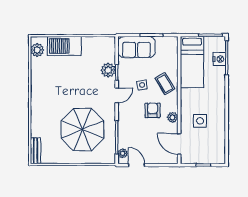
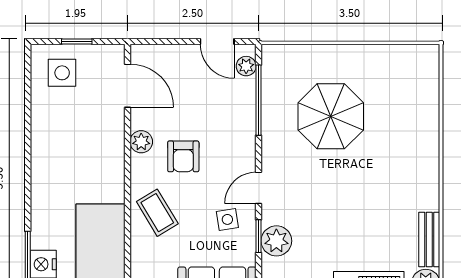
side table: (142, 85) -> (227, 219), moved
side table: (200, 121) -> (62, 73), moved
parasol: (82, 129) -> (331, 116), width x0.73, depth x0.73
bench: (35, 151) -> (429, 240), moved

